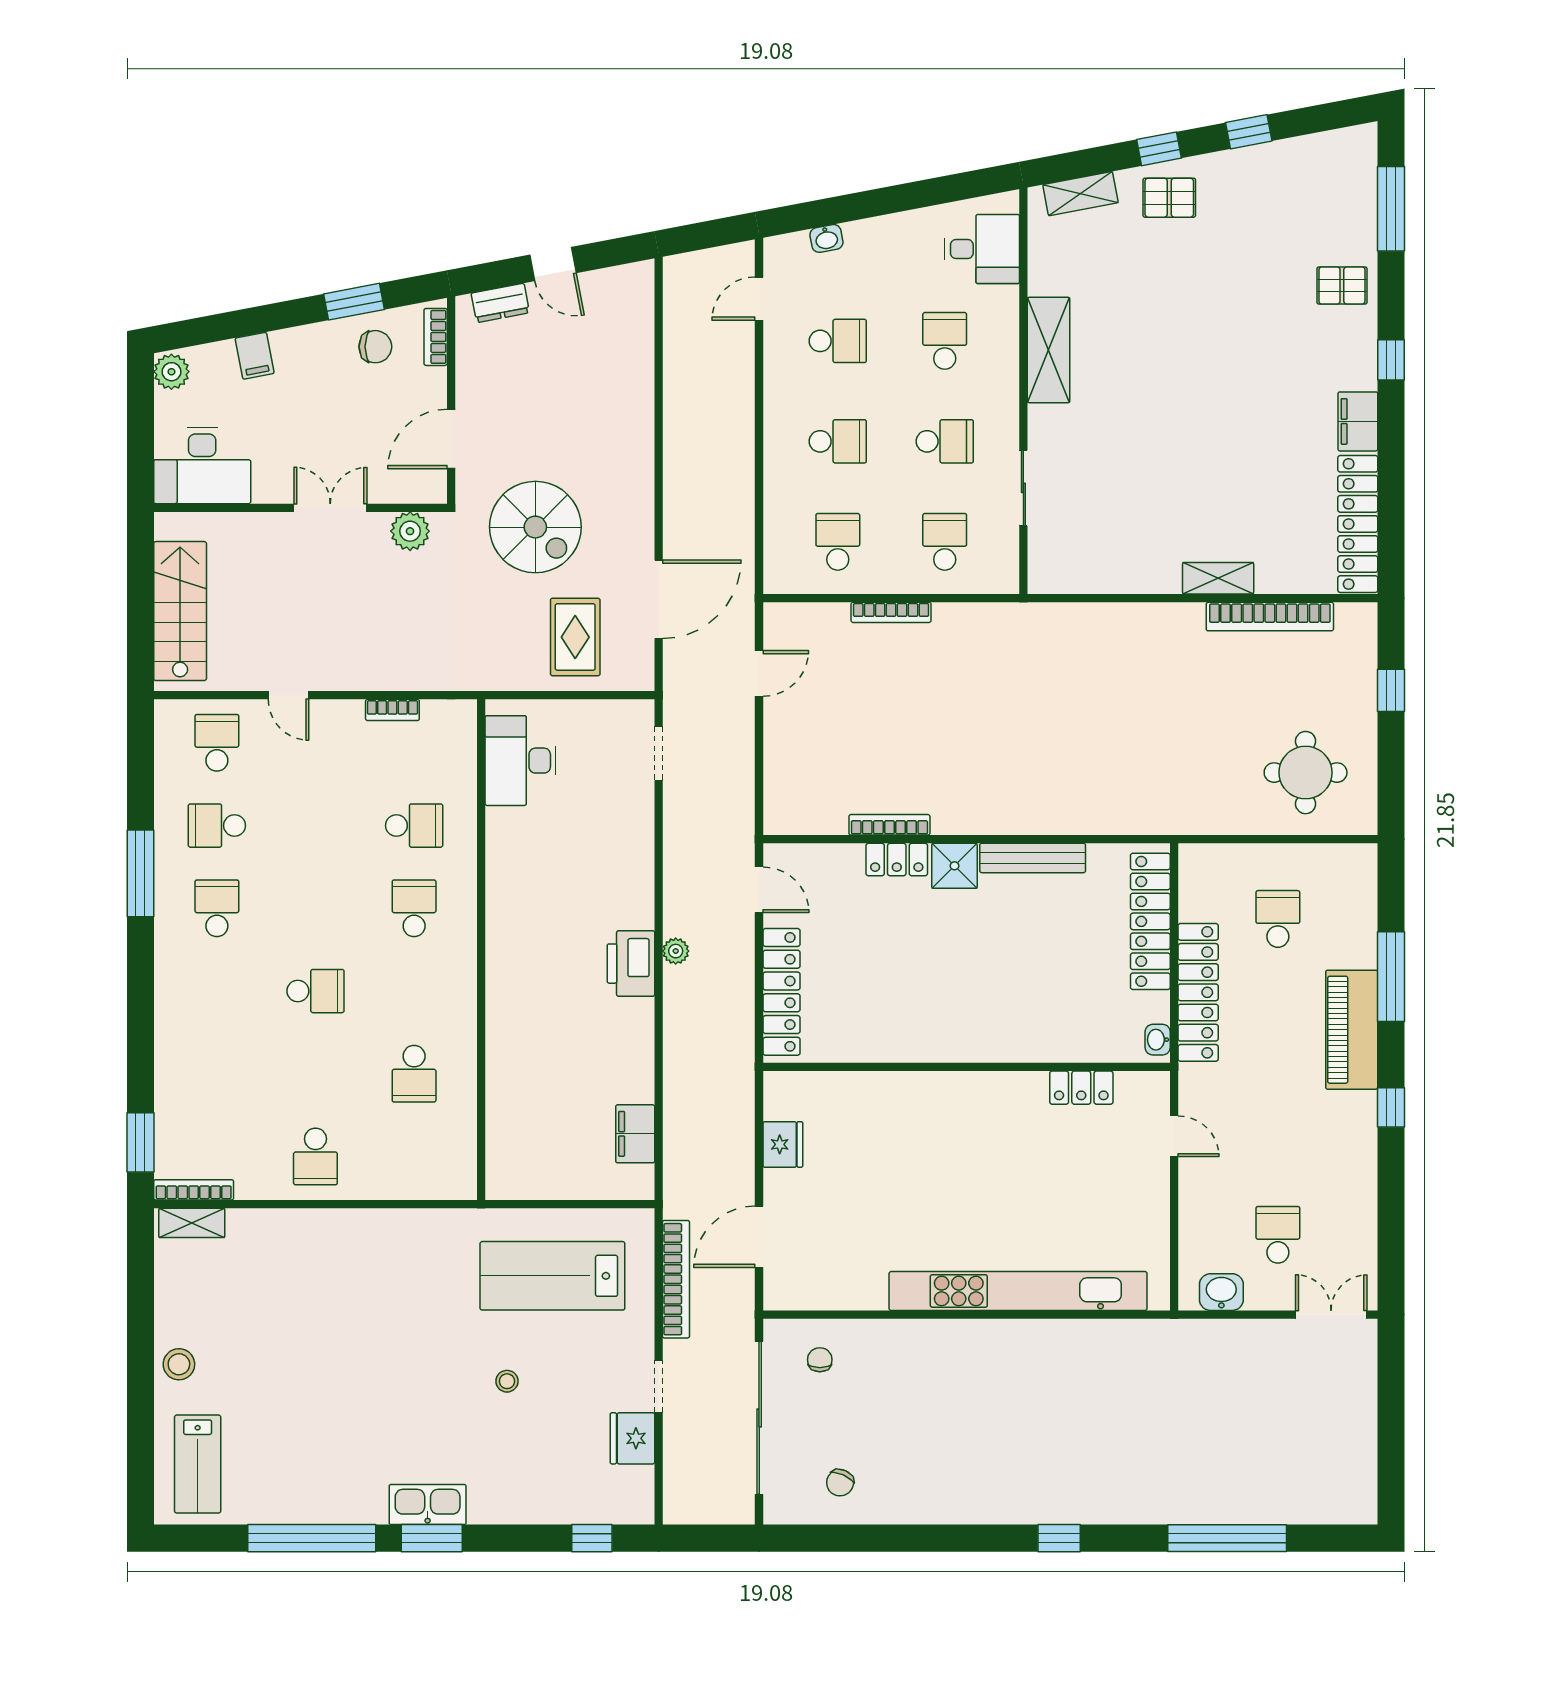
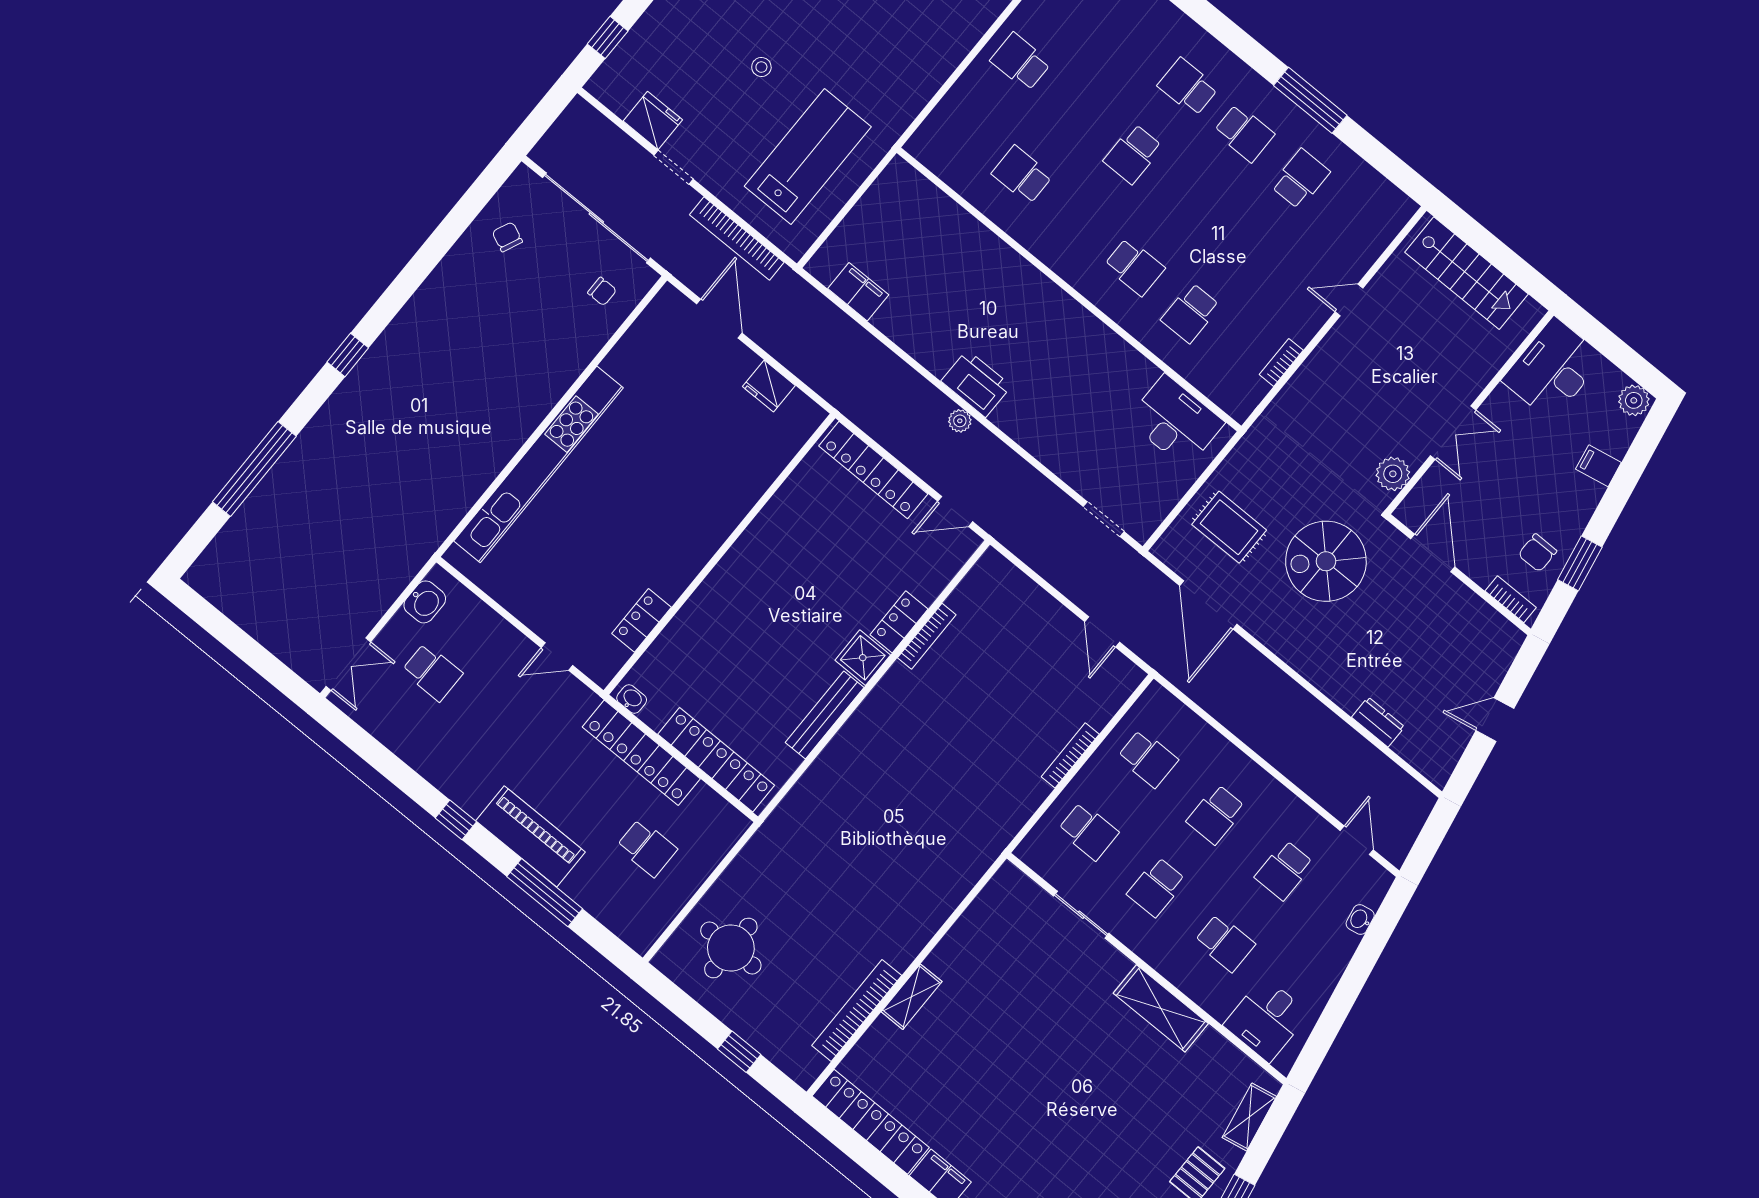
dresser: (500, 303) -> (1378, 722), moved, turned 101
school desk: (217, 743) -> (1188, 87), moved, turned 180

